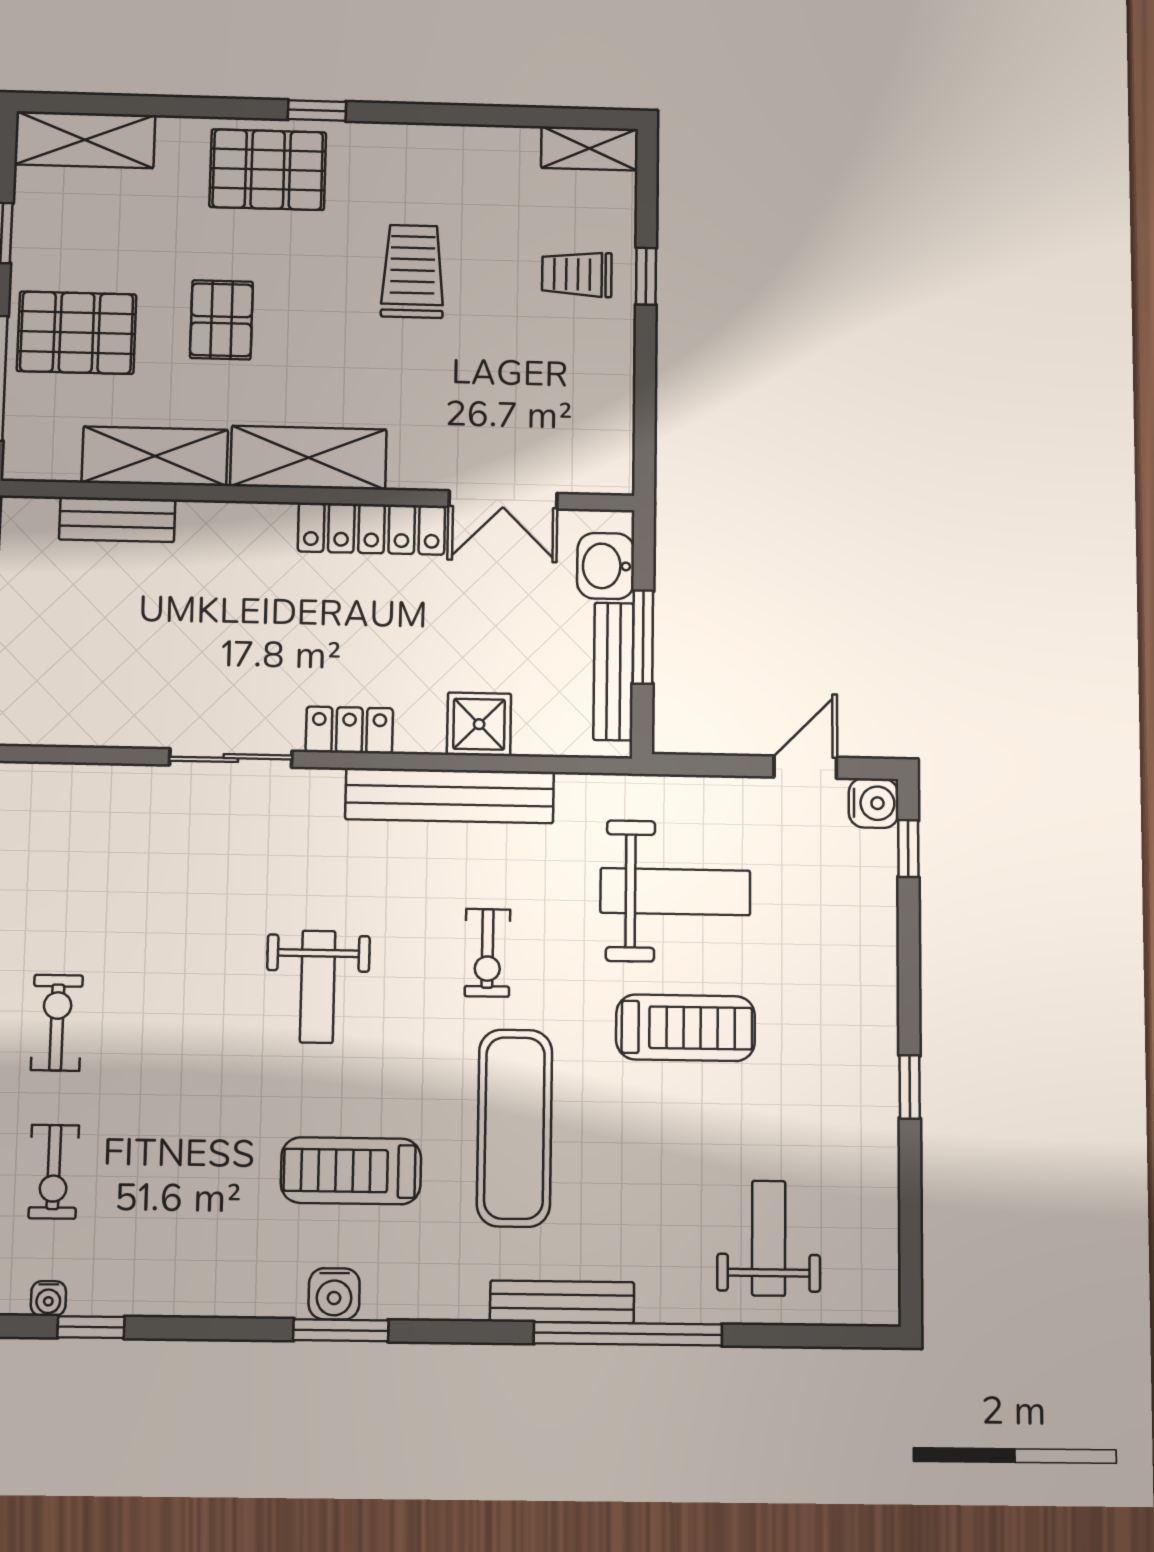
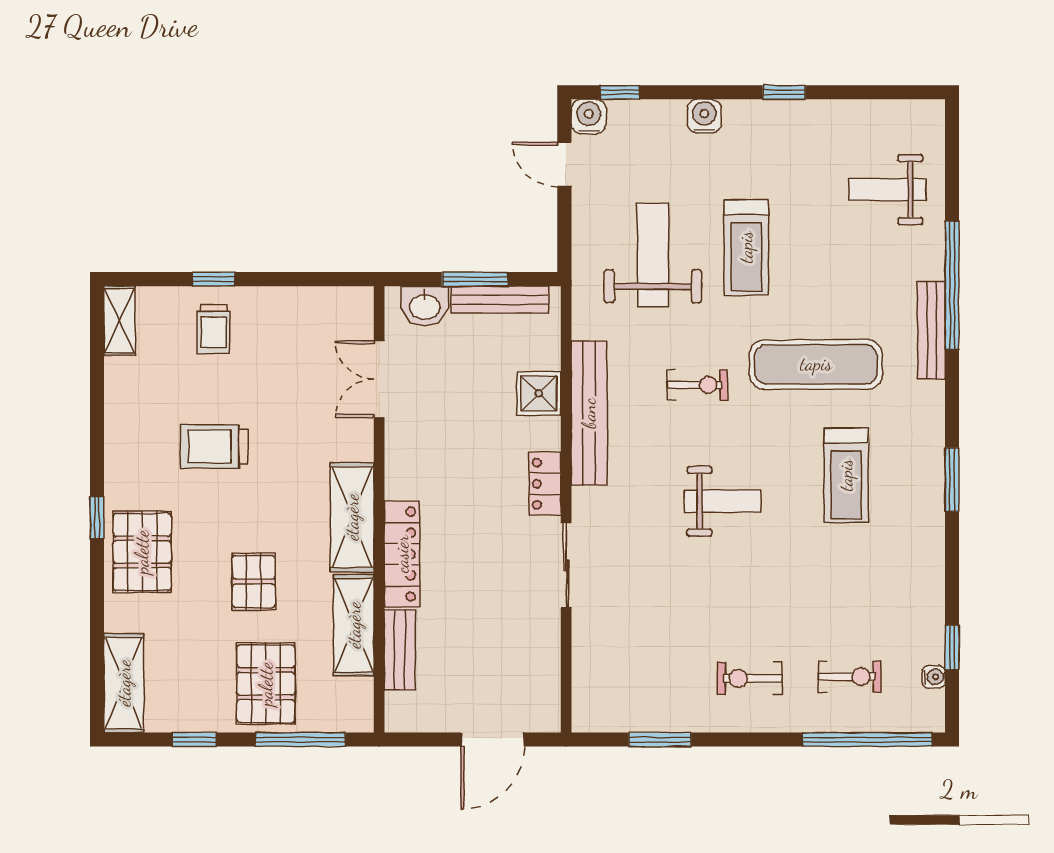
pallet: (221, 320) -> (254, 582), turned 90
double door: (503, 500) -> (379, 379), swing flipped
locker: (372, 529) -> (402, 554), moved
treadmill: (686, 1028) -> (746, 247), turned 180
water cooler: (334, 1294) -> (704, 116), moved, turned -90

